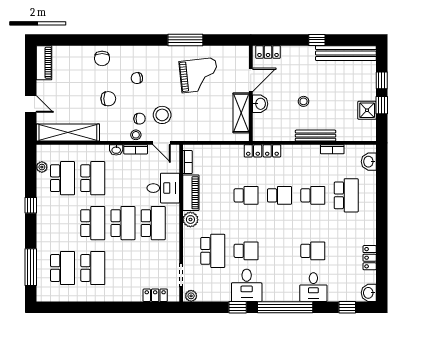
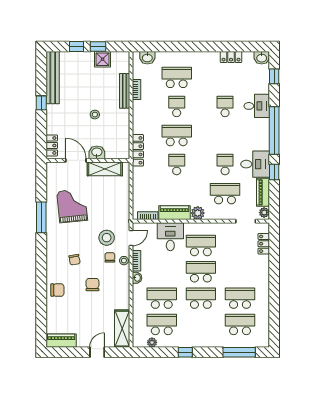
shelving: (68, 133) -> (122, 329), width x0.68
bench: (316, 136) -> (125, 91), moved
school desk: (279, 195) -> (177, 135), width x1.85
piano: (214, 294) -> (263, 192), added

